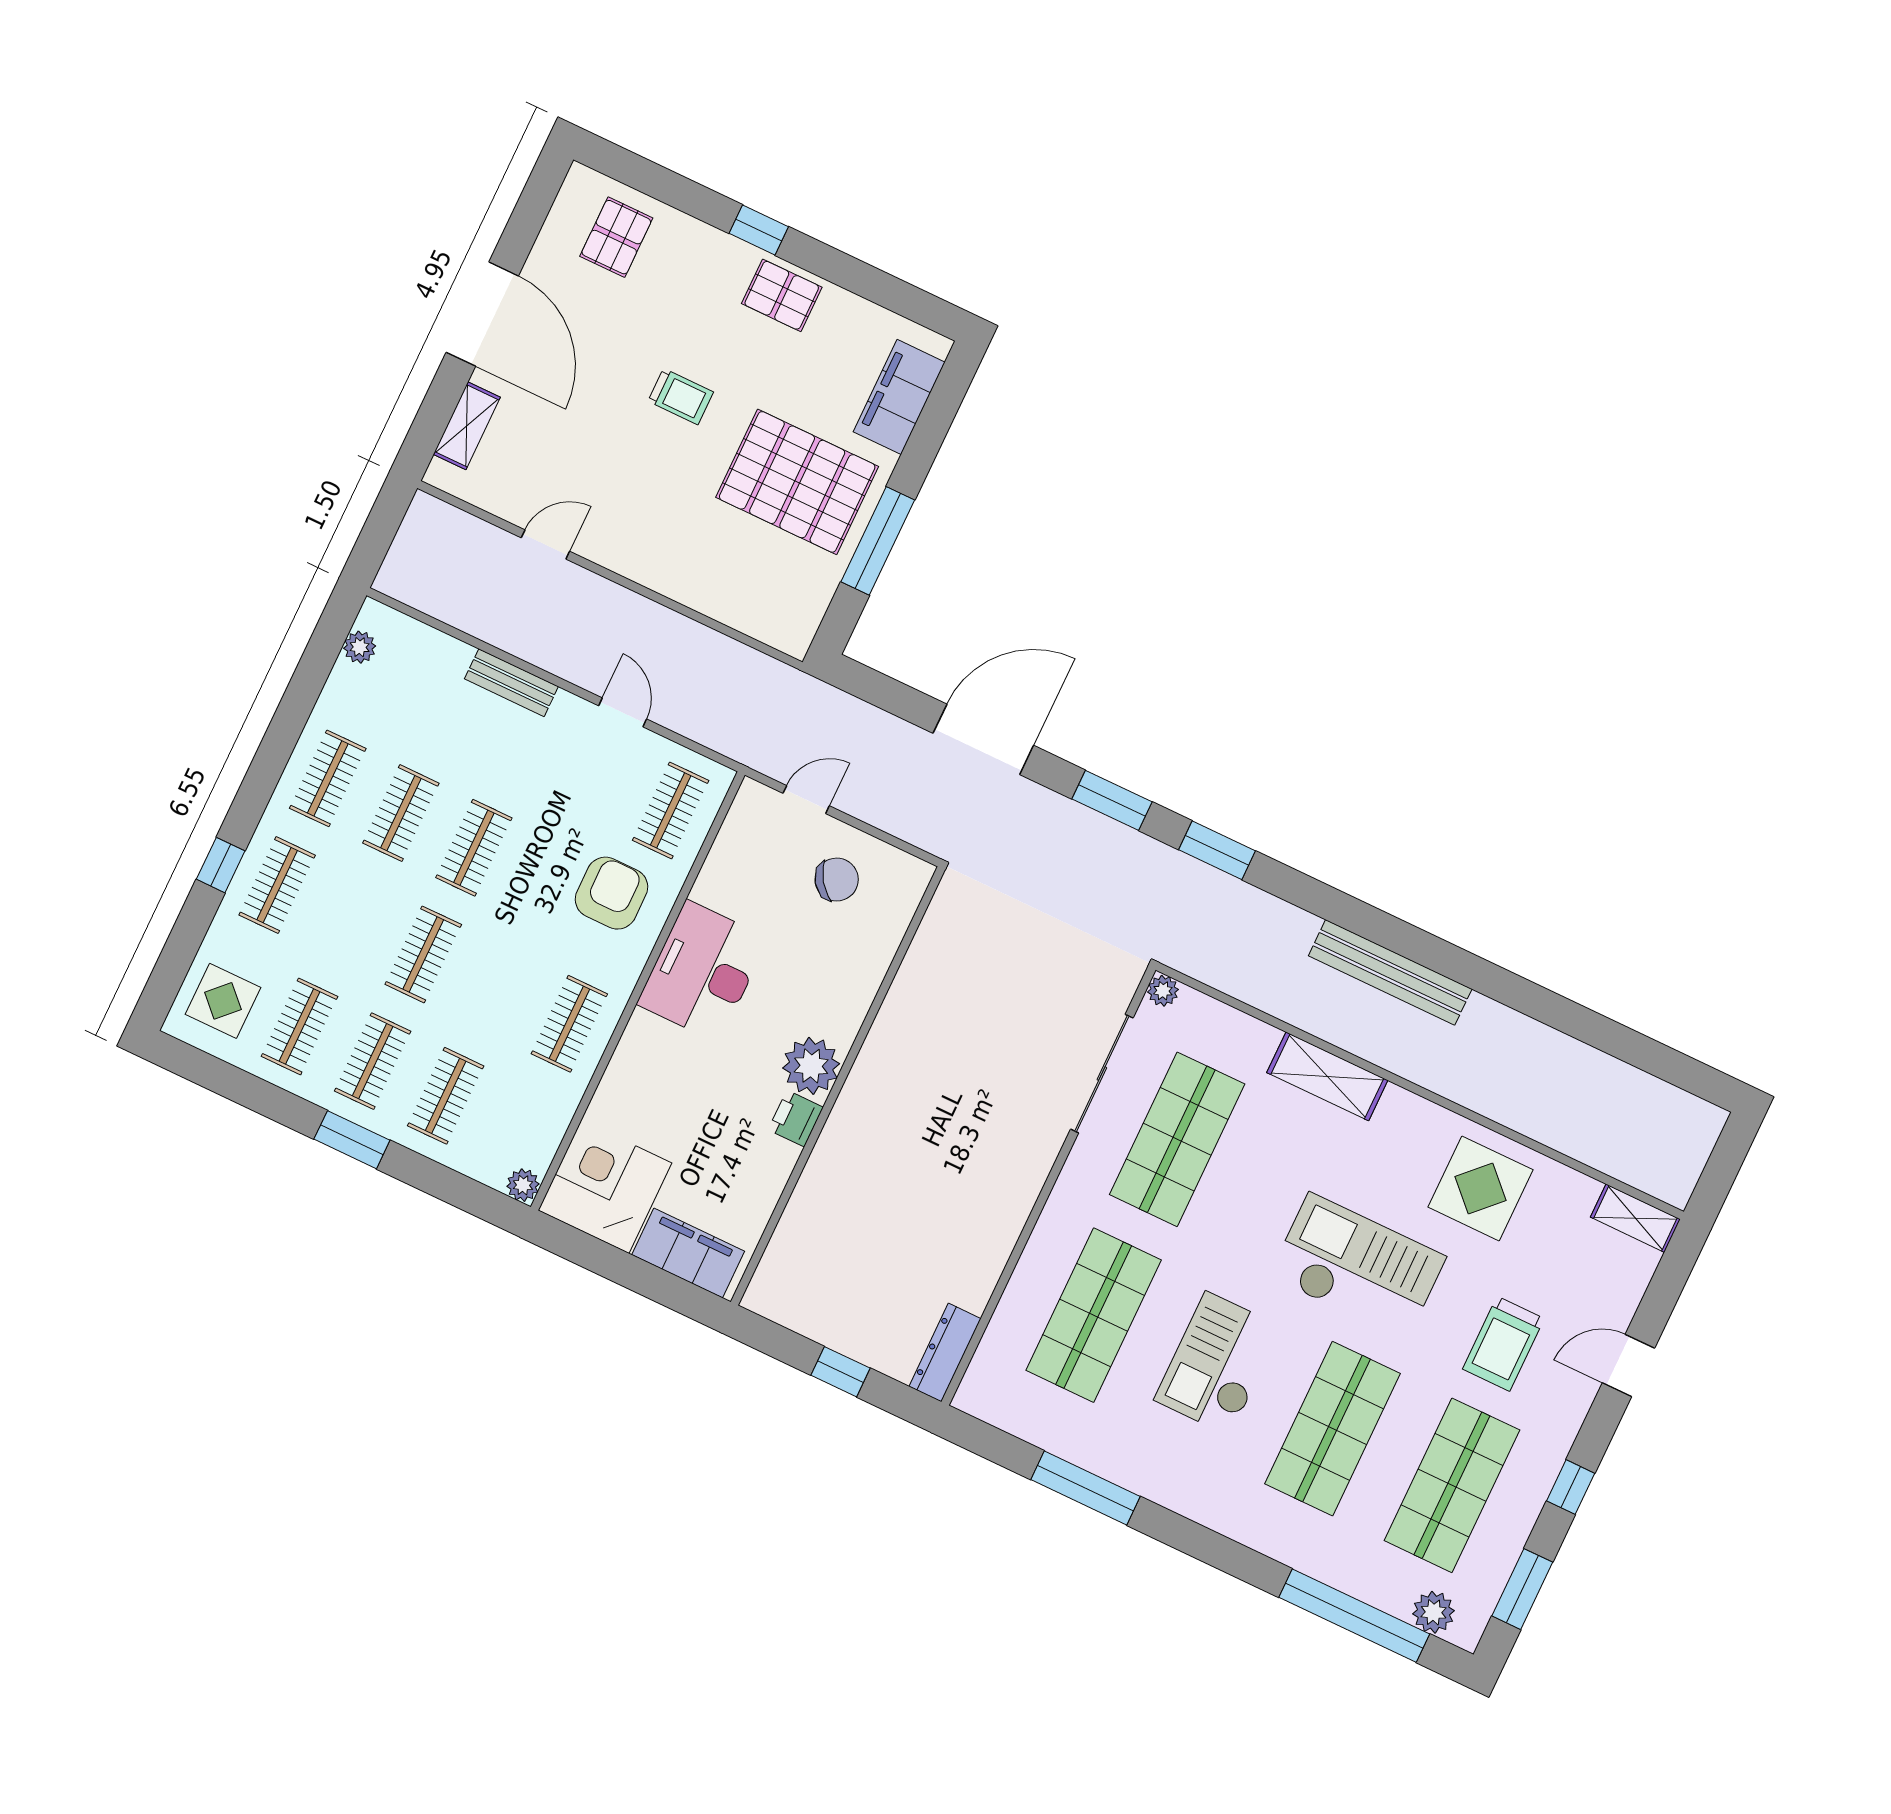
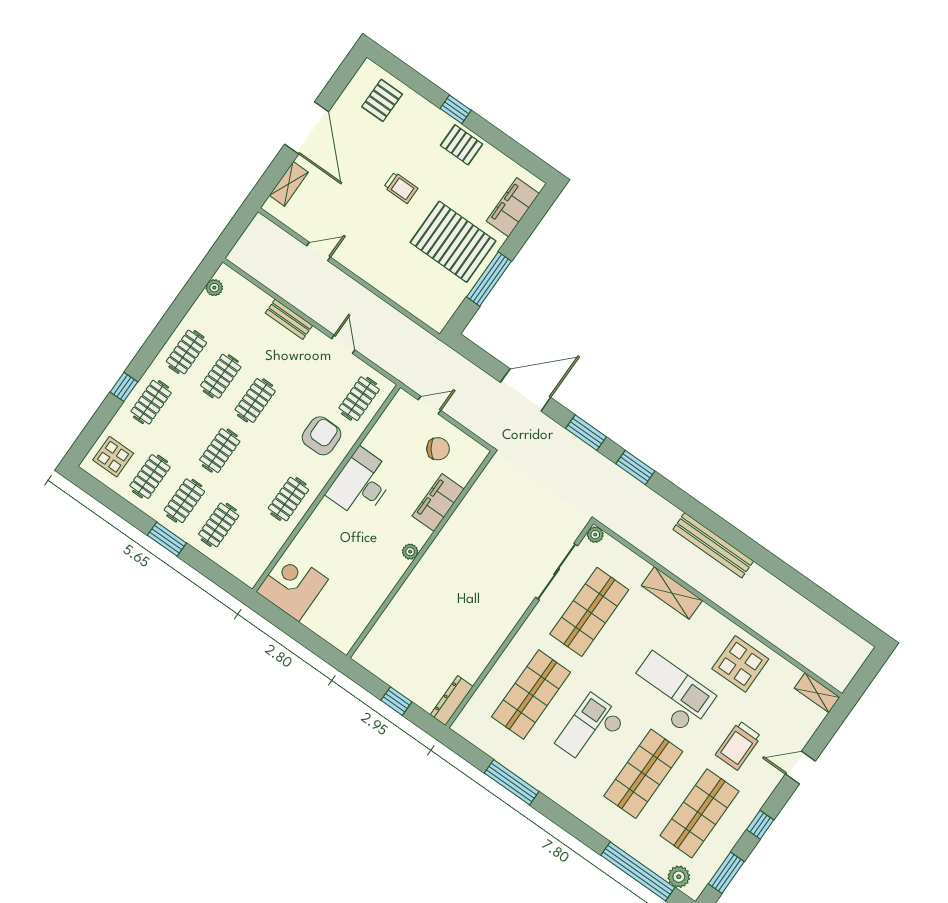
plant: (811, 1066) -> (410, 552), width x0.53, depth x0.53
printer: (796, 1118) -> (396, 567), removed
plant: (523, 1185) -> (250, 577), removed
filing cabinet: (688, 1253) -> (438, 503), moved, turned -90

